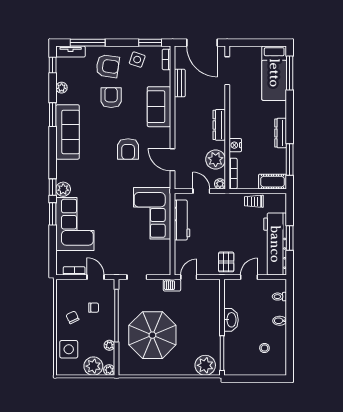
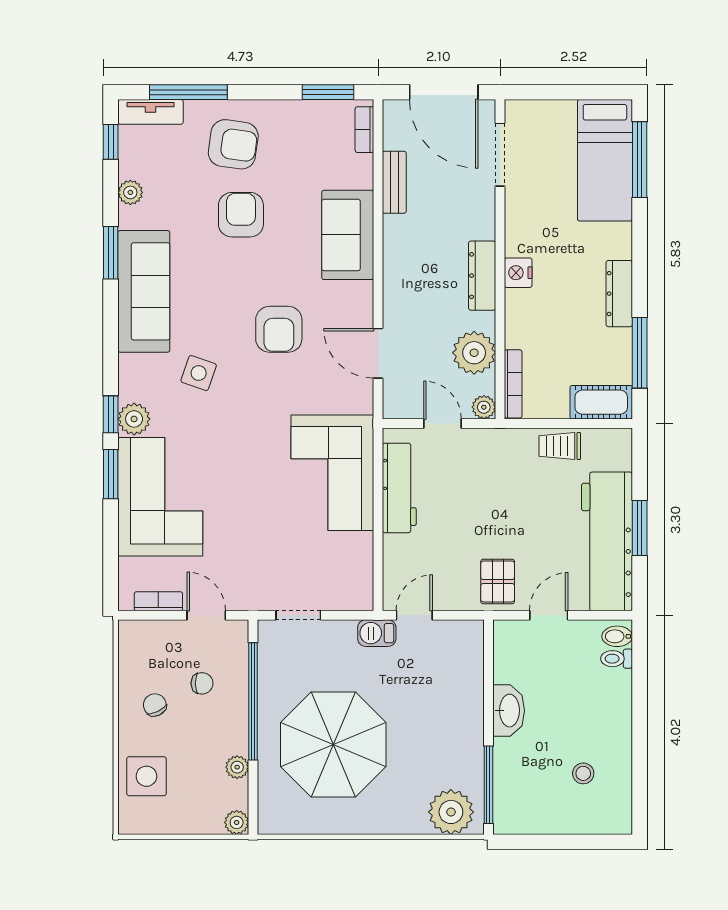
side table: (137, 60) -> (199, 373), moved
nightstand: (235, 145) -> (518, 273), moved
bidet: (280, 321) -> (617, 636), moved
plant: (93, 366) -> (201, 814), removed

